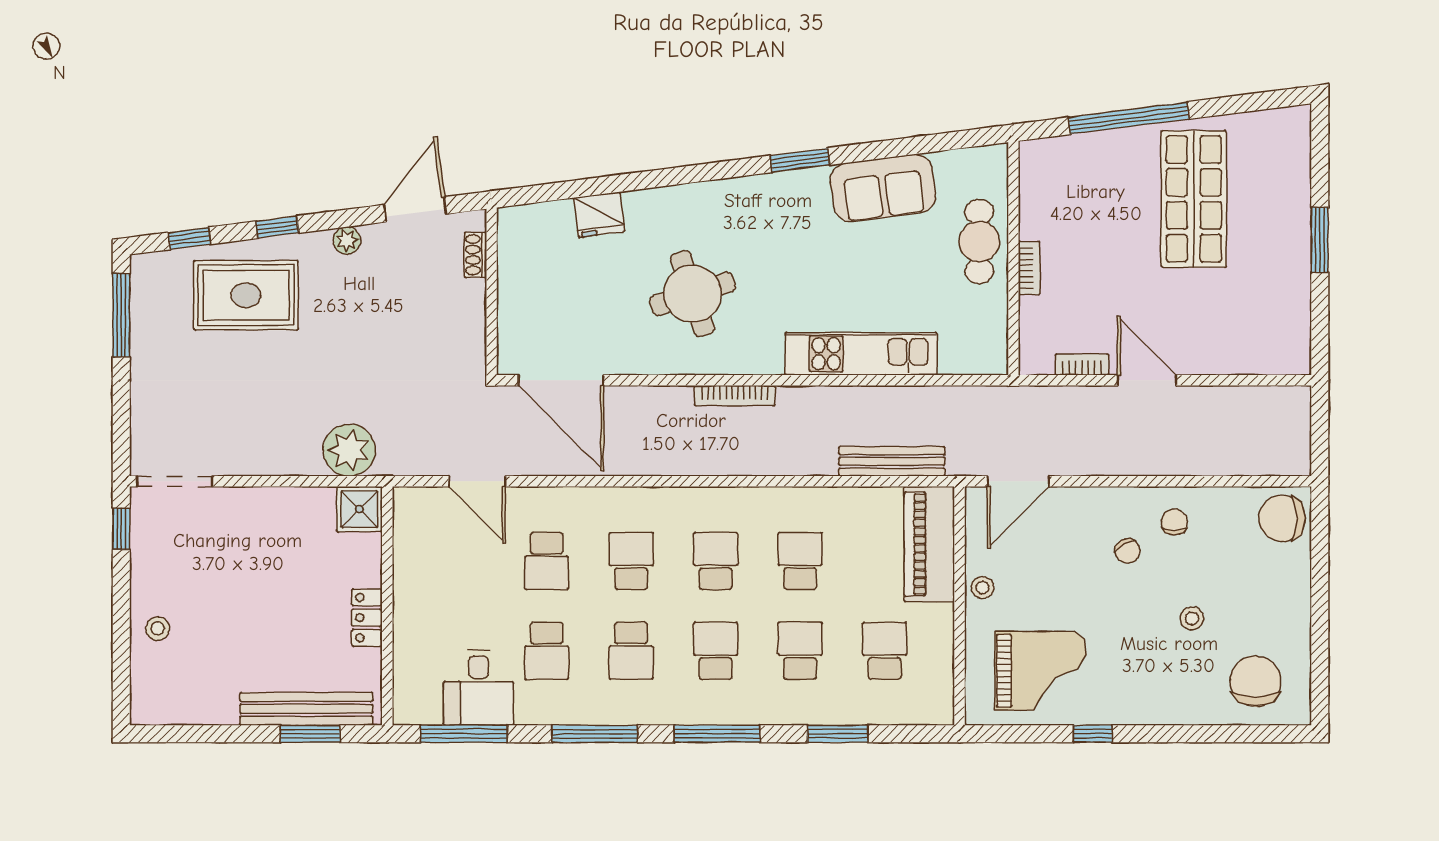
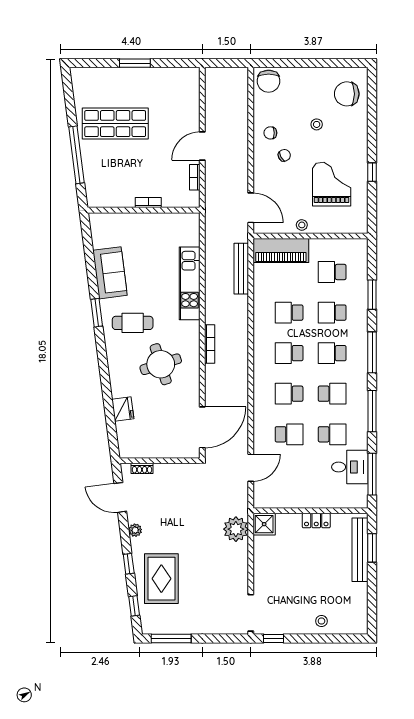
cafe table: (979, 241) -> (133, 323), moved
grand piano: (1041, 671) -> (332, 184), moved

